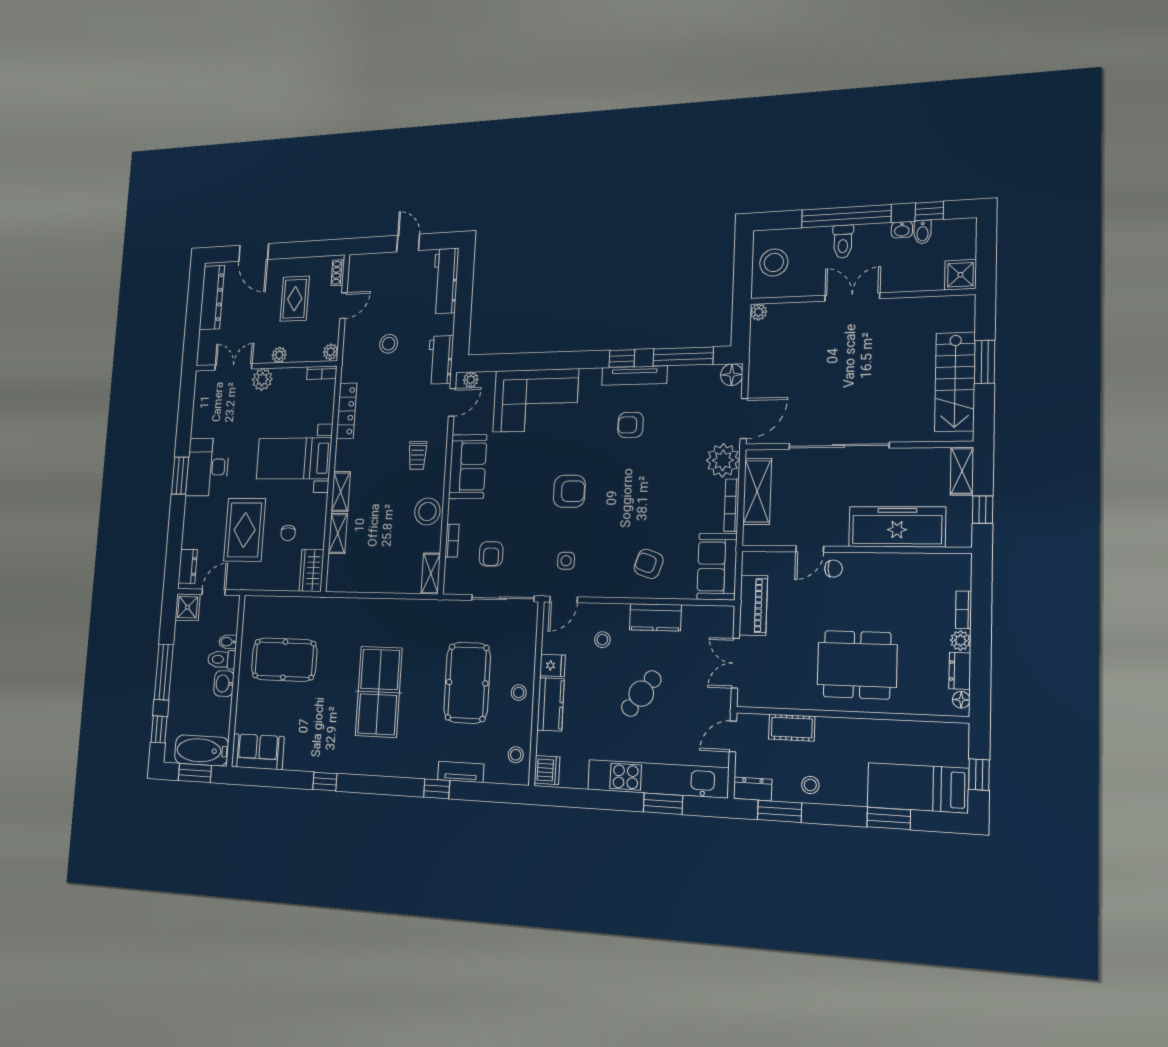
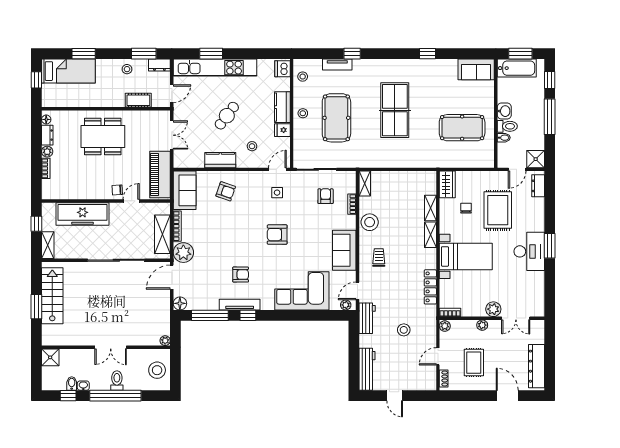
piano: (753, 605) -> (160, 175), width x1.37, depth x1.33

